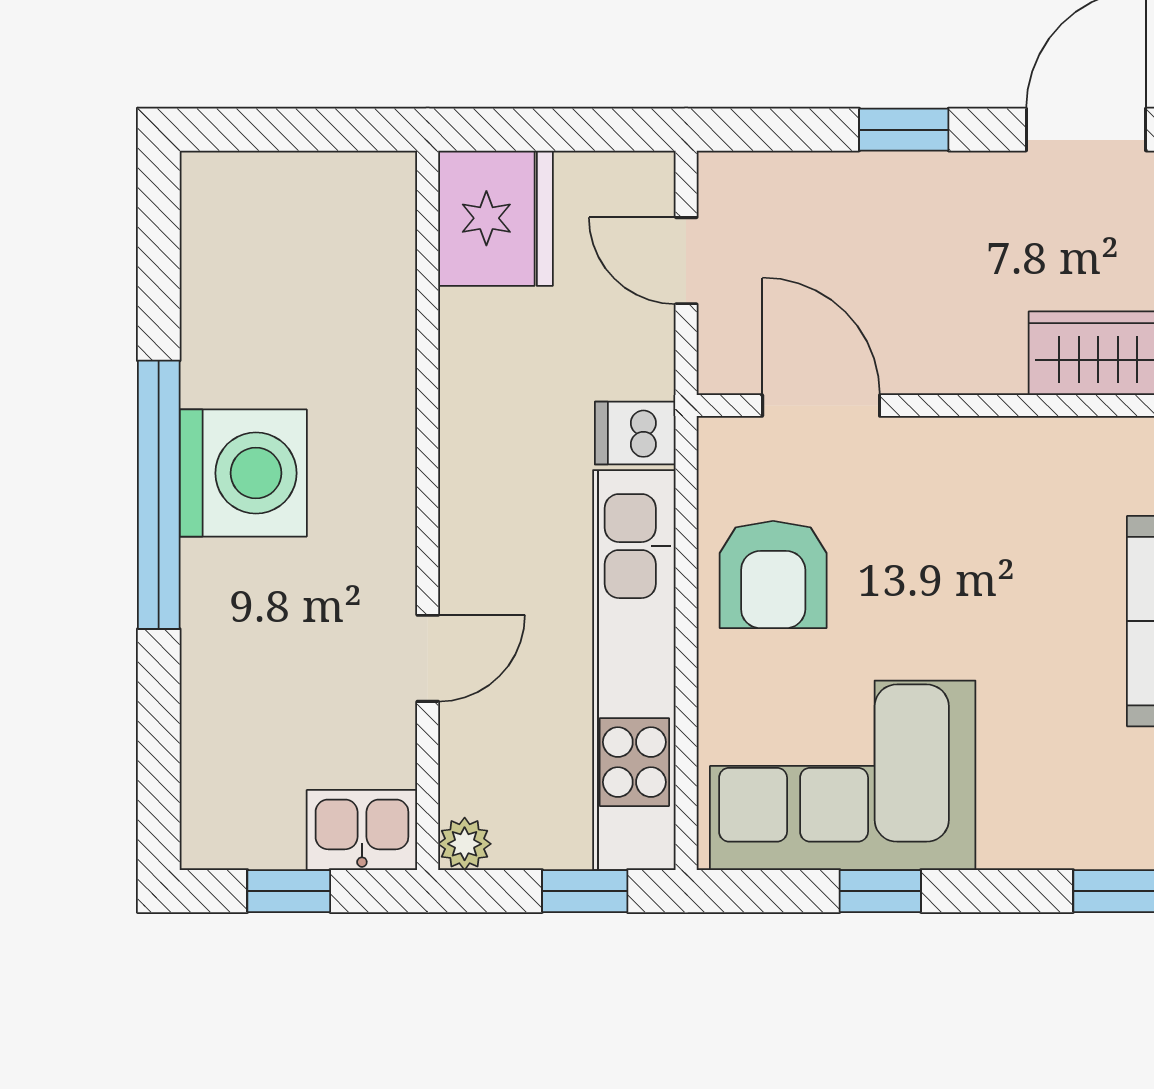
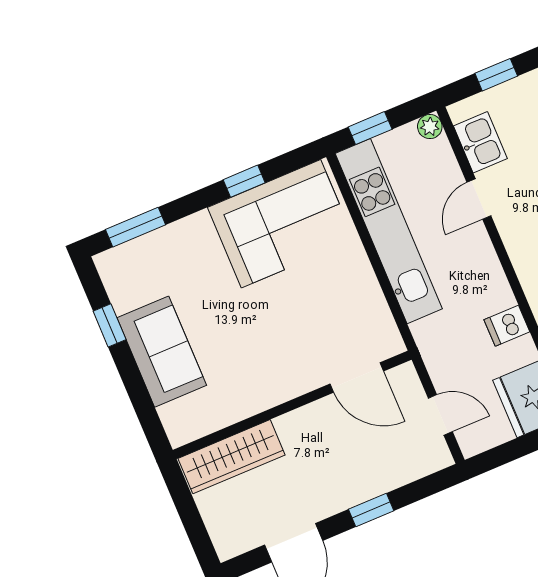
dishwasher: (635, 433) -> (507, 326), moved, turned 180
armchair: (773, 575) -> (347, 297), removed
kitchen sink: (362, 830) -> (480, 142), moved, turned -90

